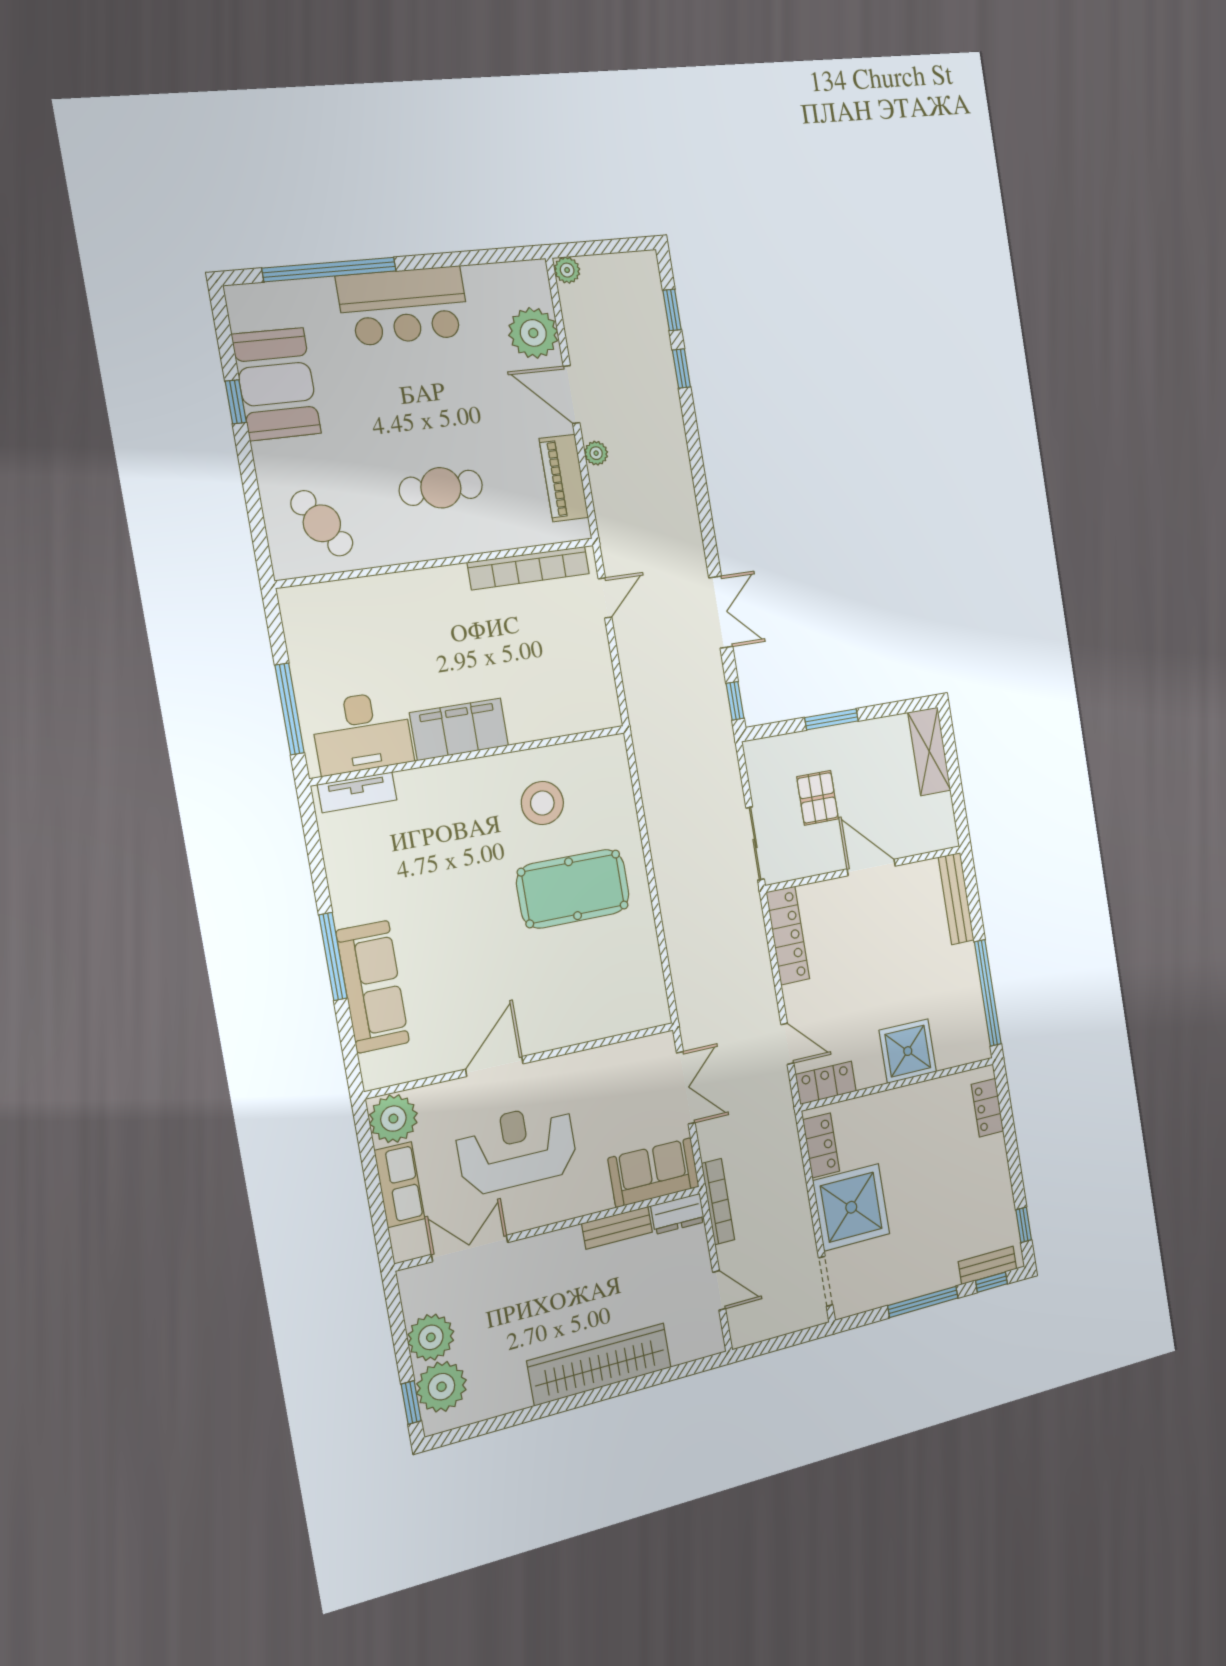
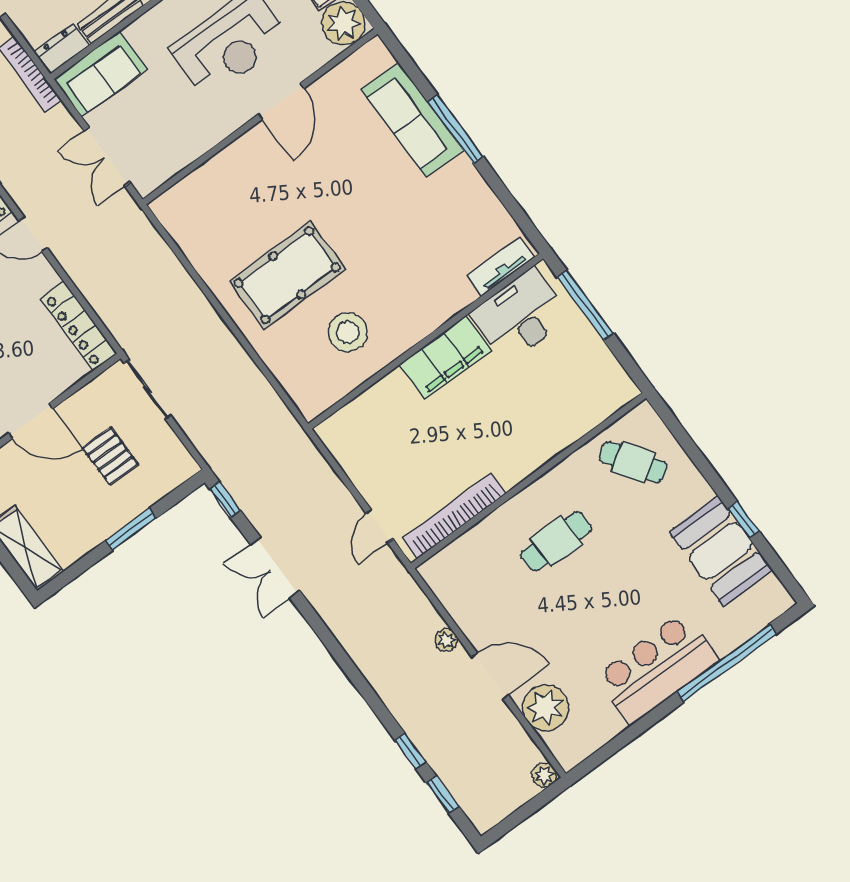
piano: (564, 478) -> (462, 605), removed

